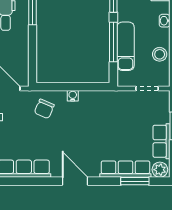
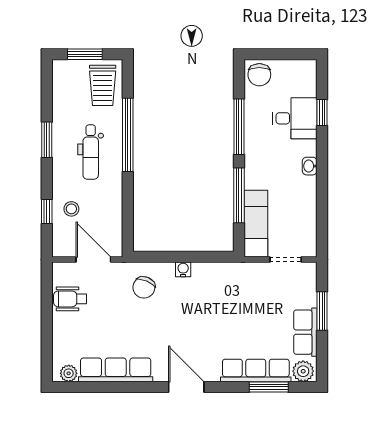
exam couch: (126, 46) -> (256, 224), moved
stool: (160, 54) -> (303, 212), removed

